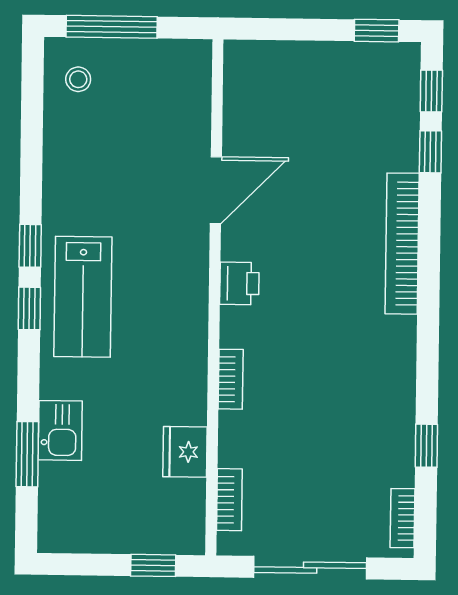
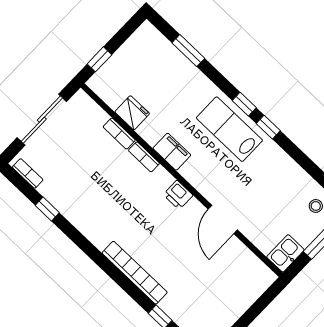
filing cabinet: (188, 347) -> (172, 152), added
kitchen sink: (60, 430) -> (285, 253), moved, turned 90
bookcase: (229, 500) -> (119, 134), moved

